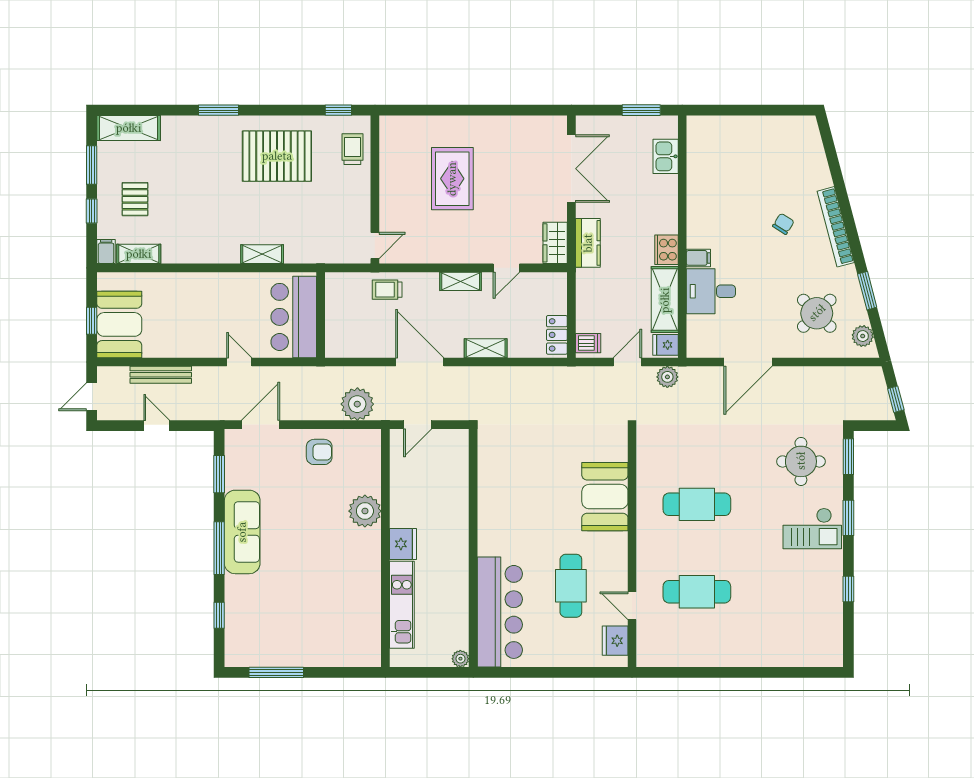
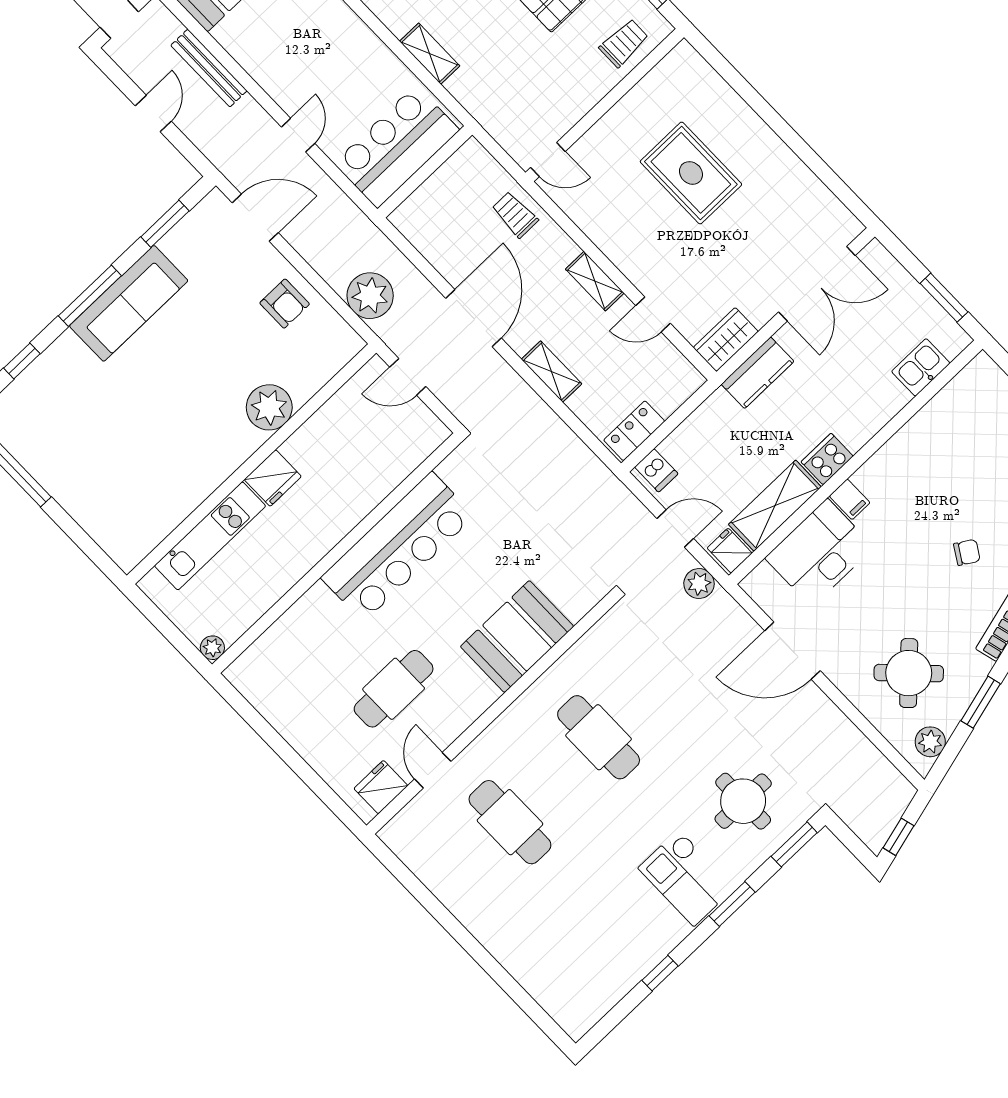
rug: (452, 179) -> (691, 173), turned 90
desk: (711, 291) -> (820, 553), width x1.37
bar counter: (500, 612) -> (398, 547), moved

